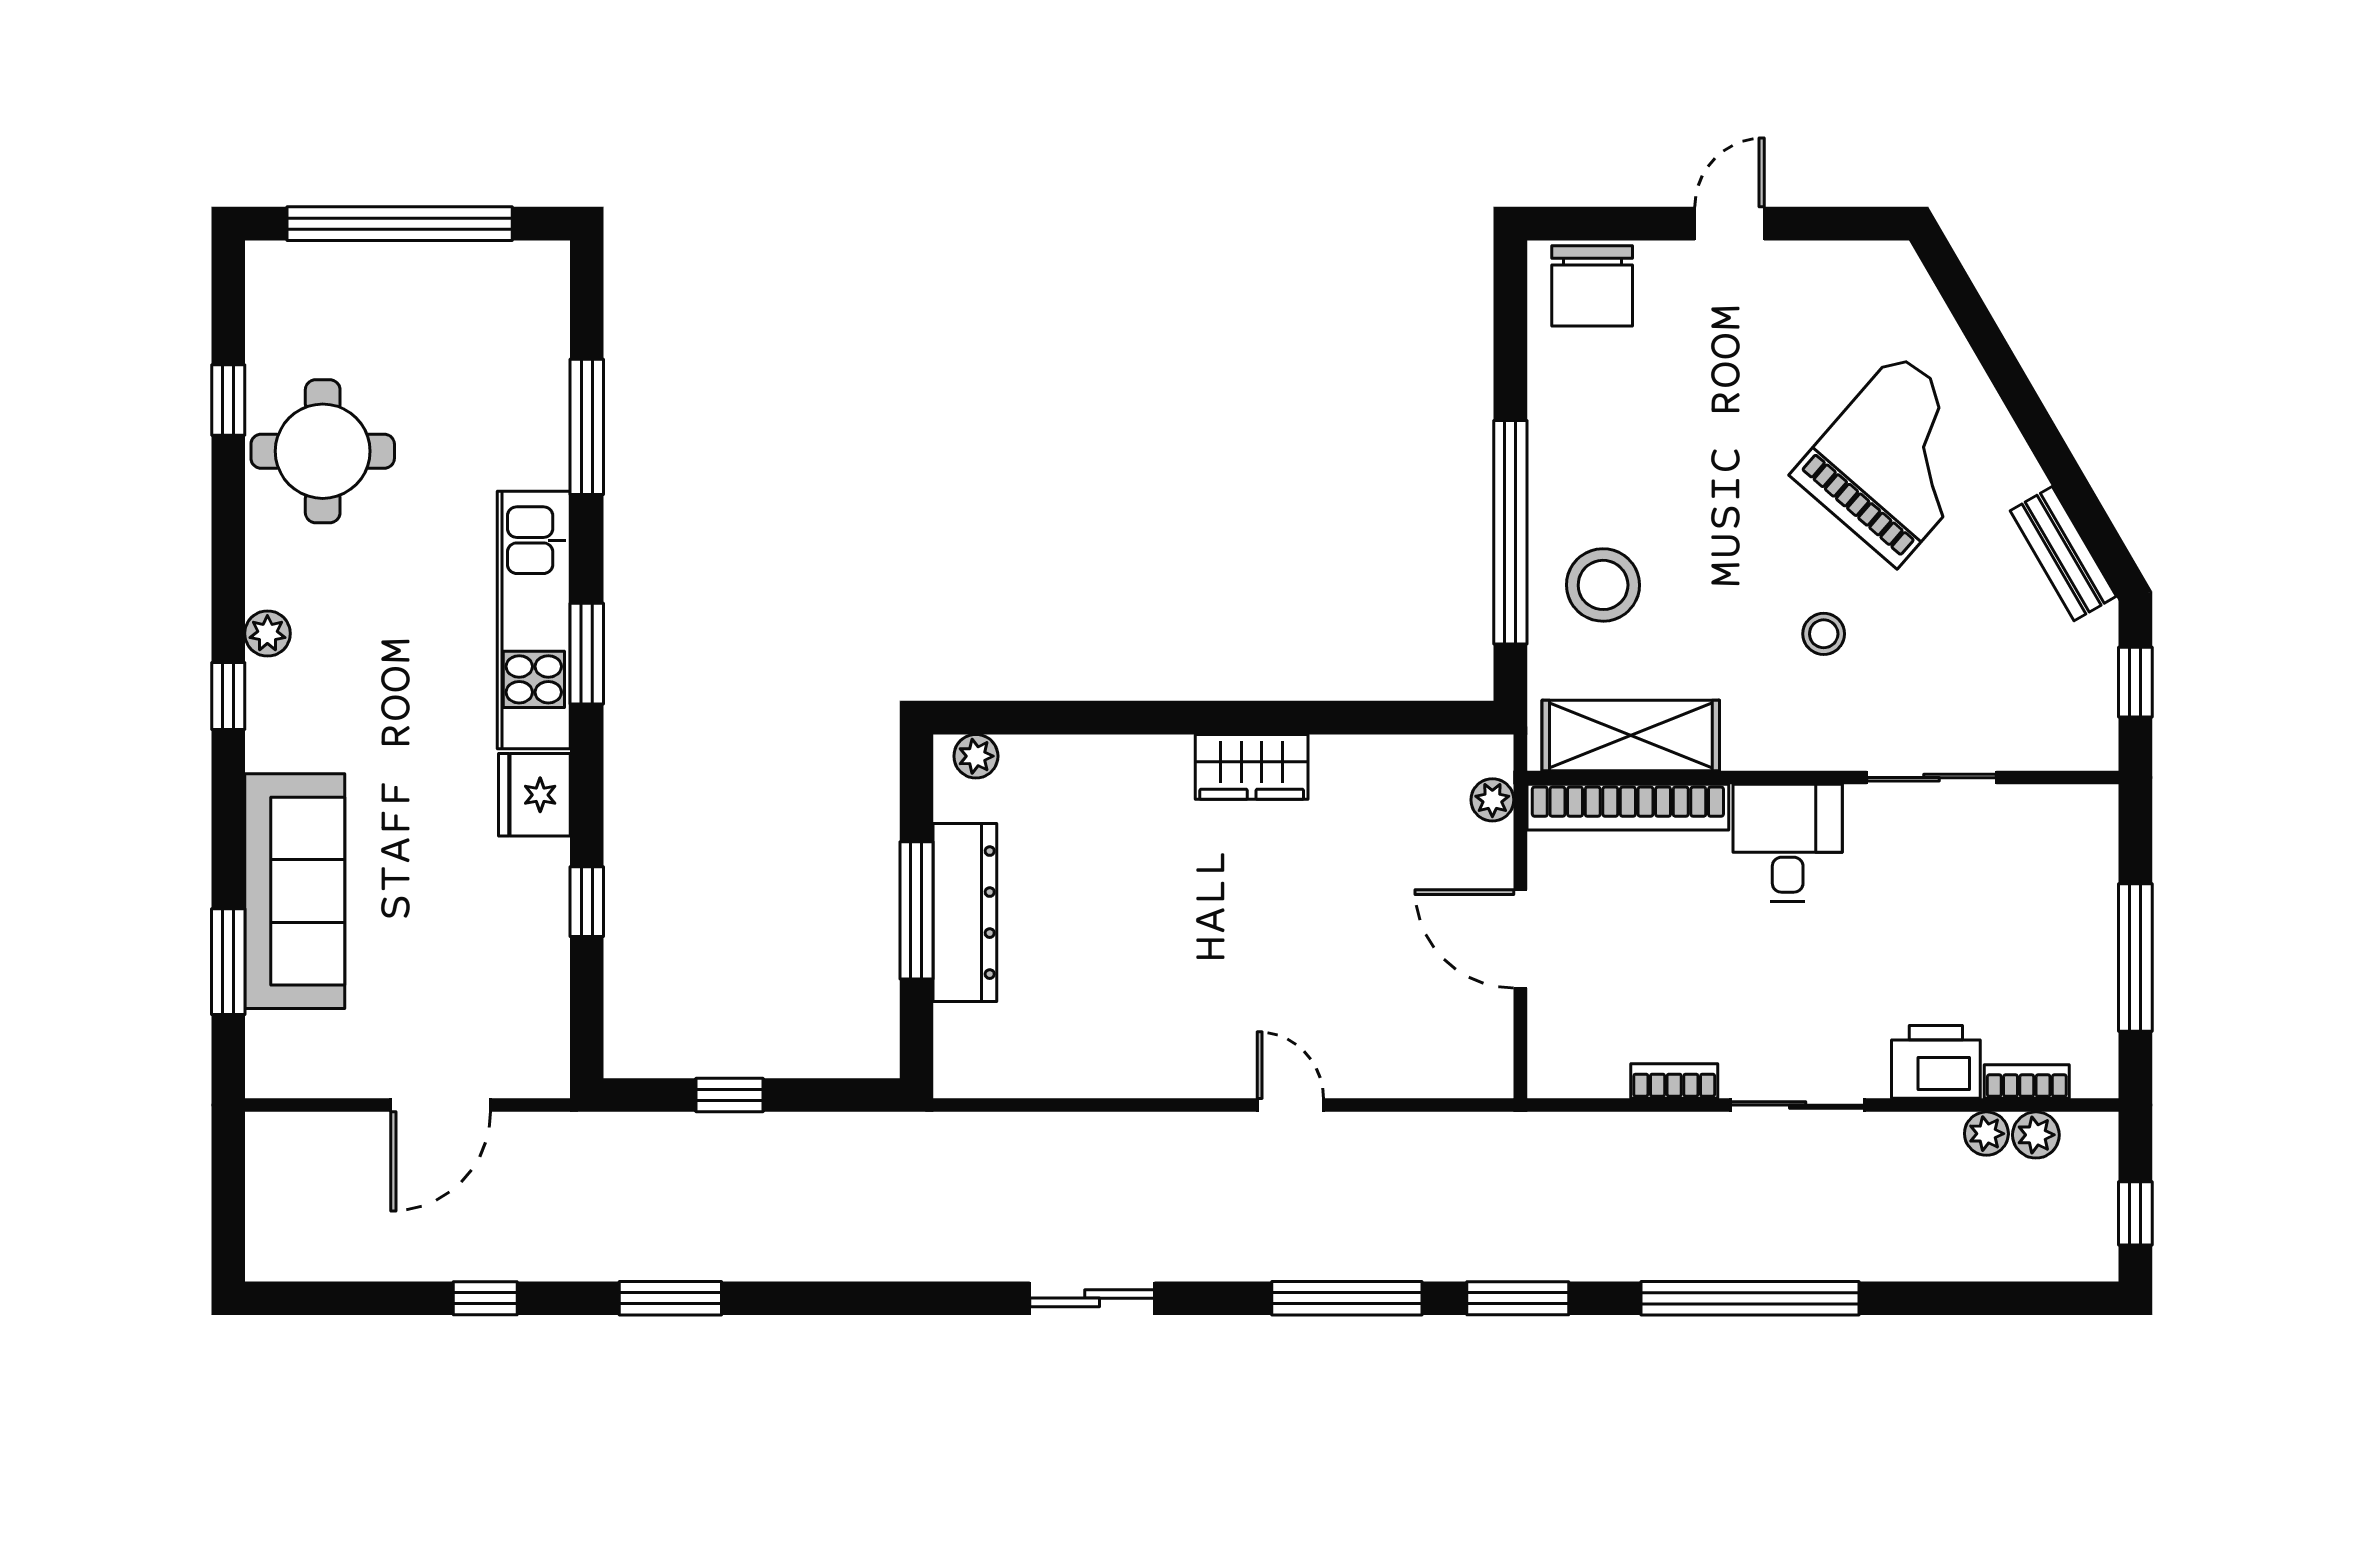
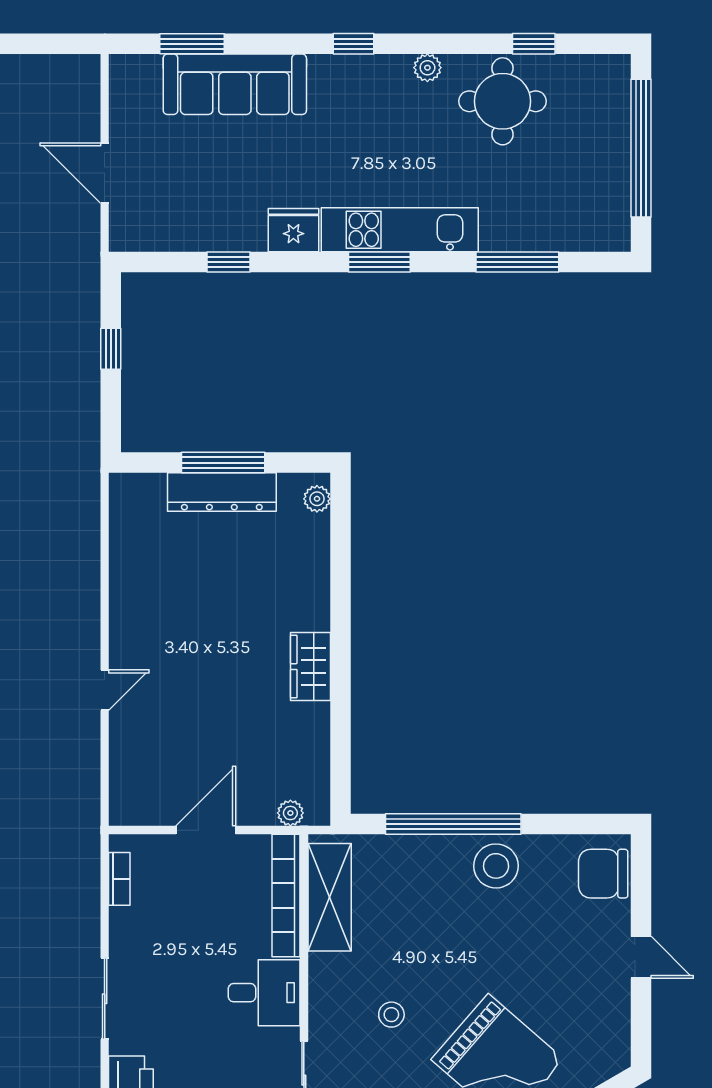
stool: (1603, 585) -> (496, 866), moved
plant: (267, 633) -> (427, 68), moved
bookcase: (1674, 1081) -> (119, 879), moved

